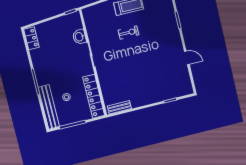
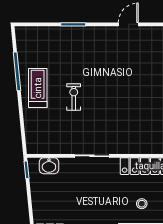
washbasin: (79, 37) -> (49, 166), moved

